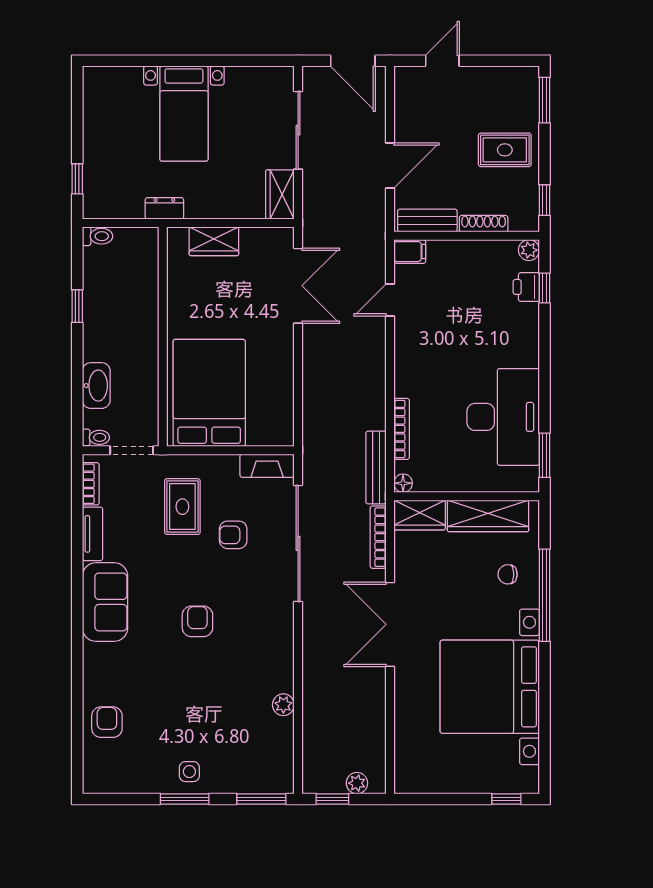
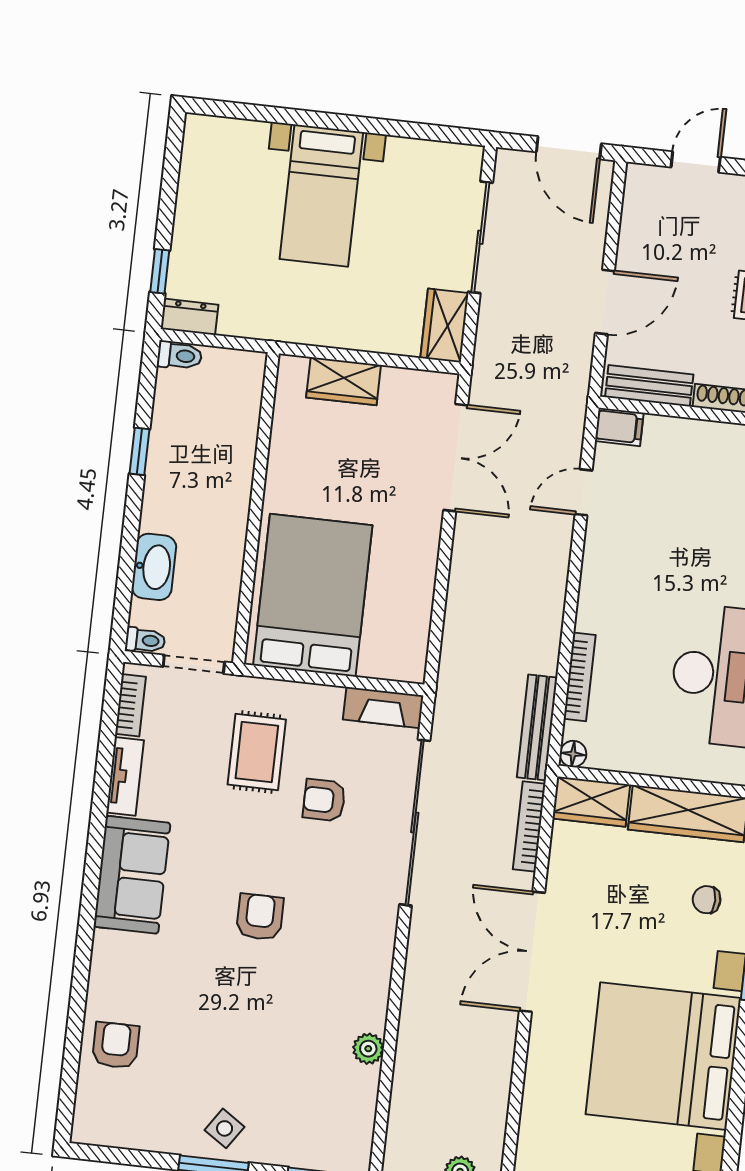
dresser: (164, 208) -> (189, 317), moved
side table: (189, 772) -> (225, 1128), turned 34

